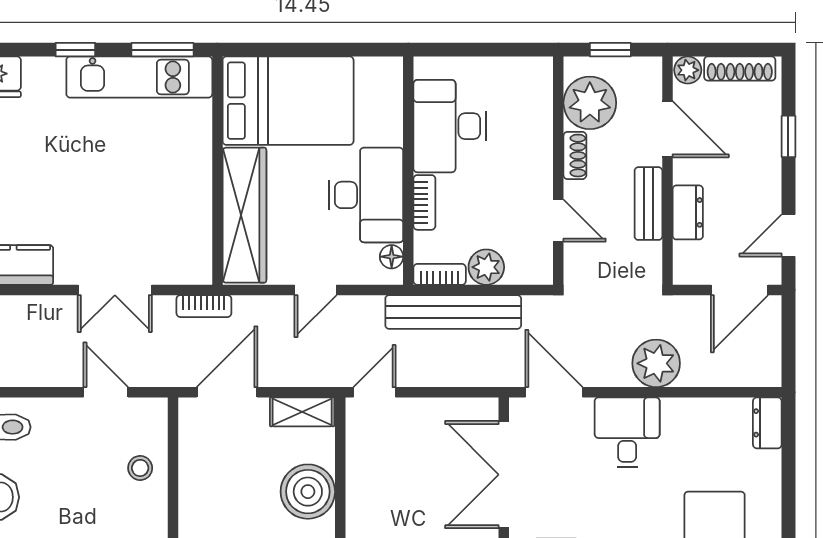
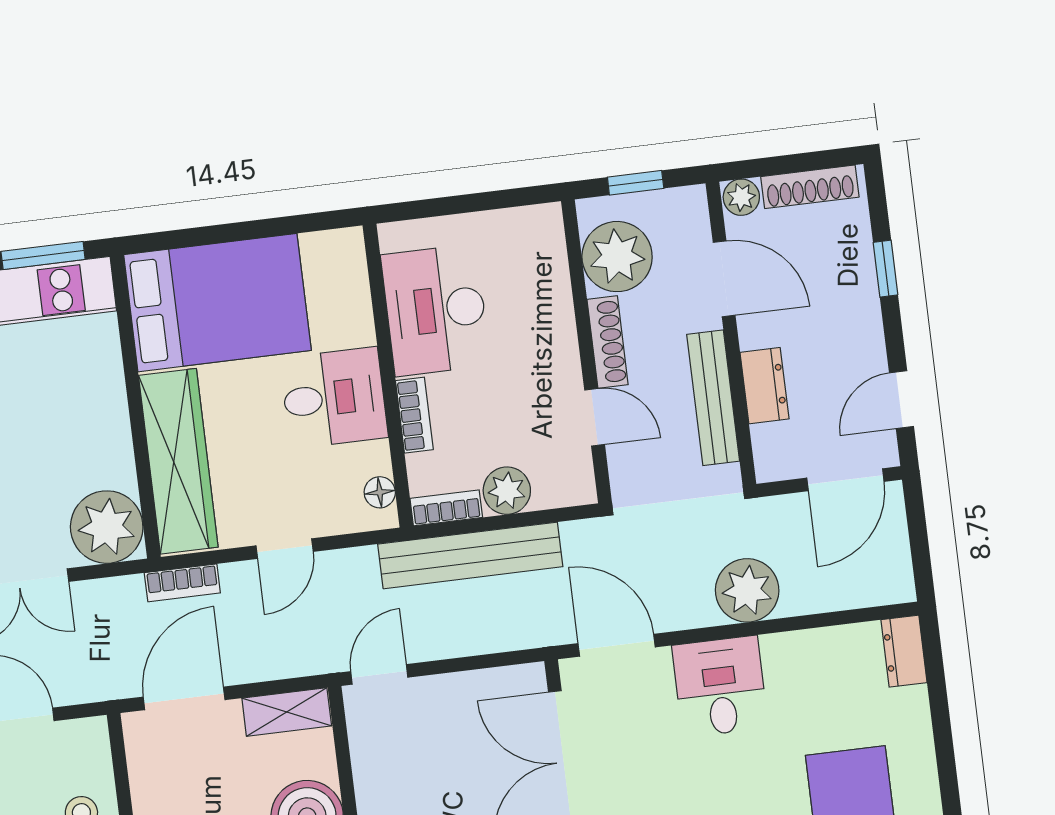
shoe rack: (575, 156) -> (608, 342), width x1.43
desk: (366, 195) -> (334, 398), width x0.73
bench: (648, 204) -> (713, 398), width x1.36
plant: (185, 258) -> (107, 527), added
bookcase: (204, 306) -> (182, 583), moved

